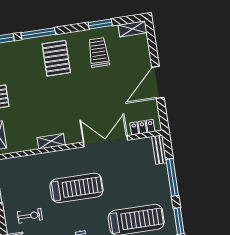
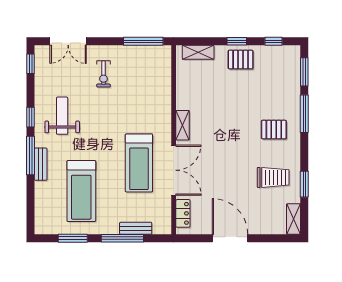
pallet: (56, 58) -> (274, 130), width x0.67, depth x0.71
shelving: (51, 141) -> (183, 125), moved
bench: (159, 150) -> (136, 228), moved
treadmill: (77, 188) -> (139, 163), moved

